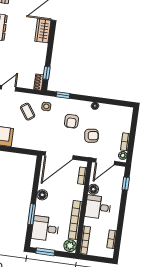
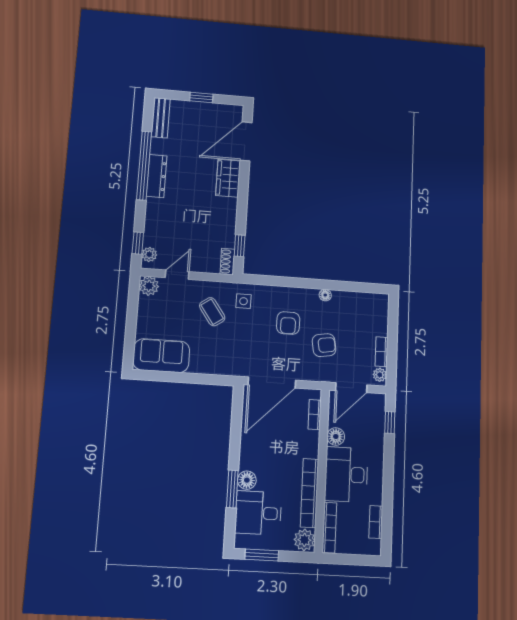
window: (63, 95) -> (270, 281), removed
floor lamp: (42, 195) -> (247, 480), moved
desk: (98, 207) -> (346, 475), width x1.37

